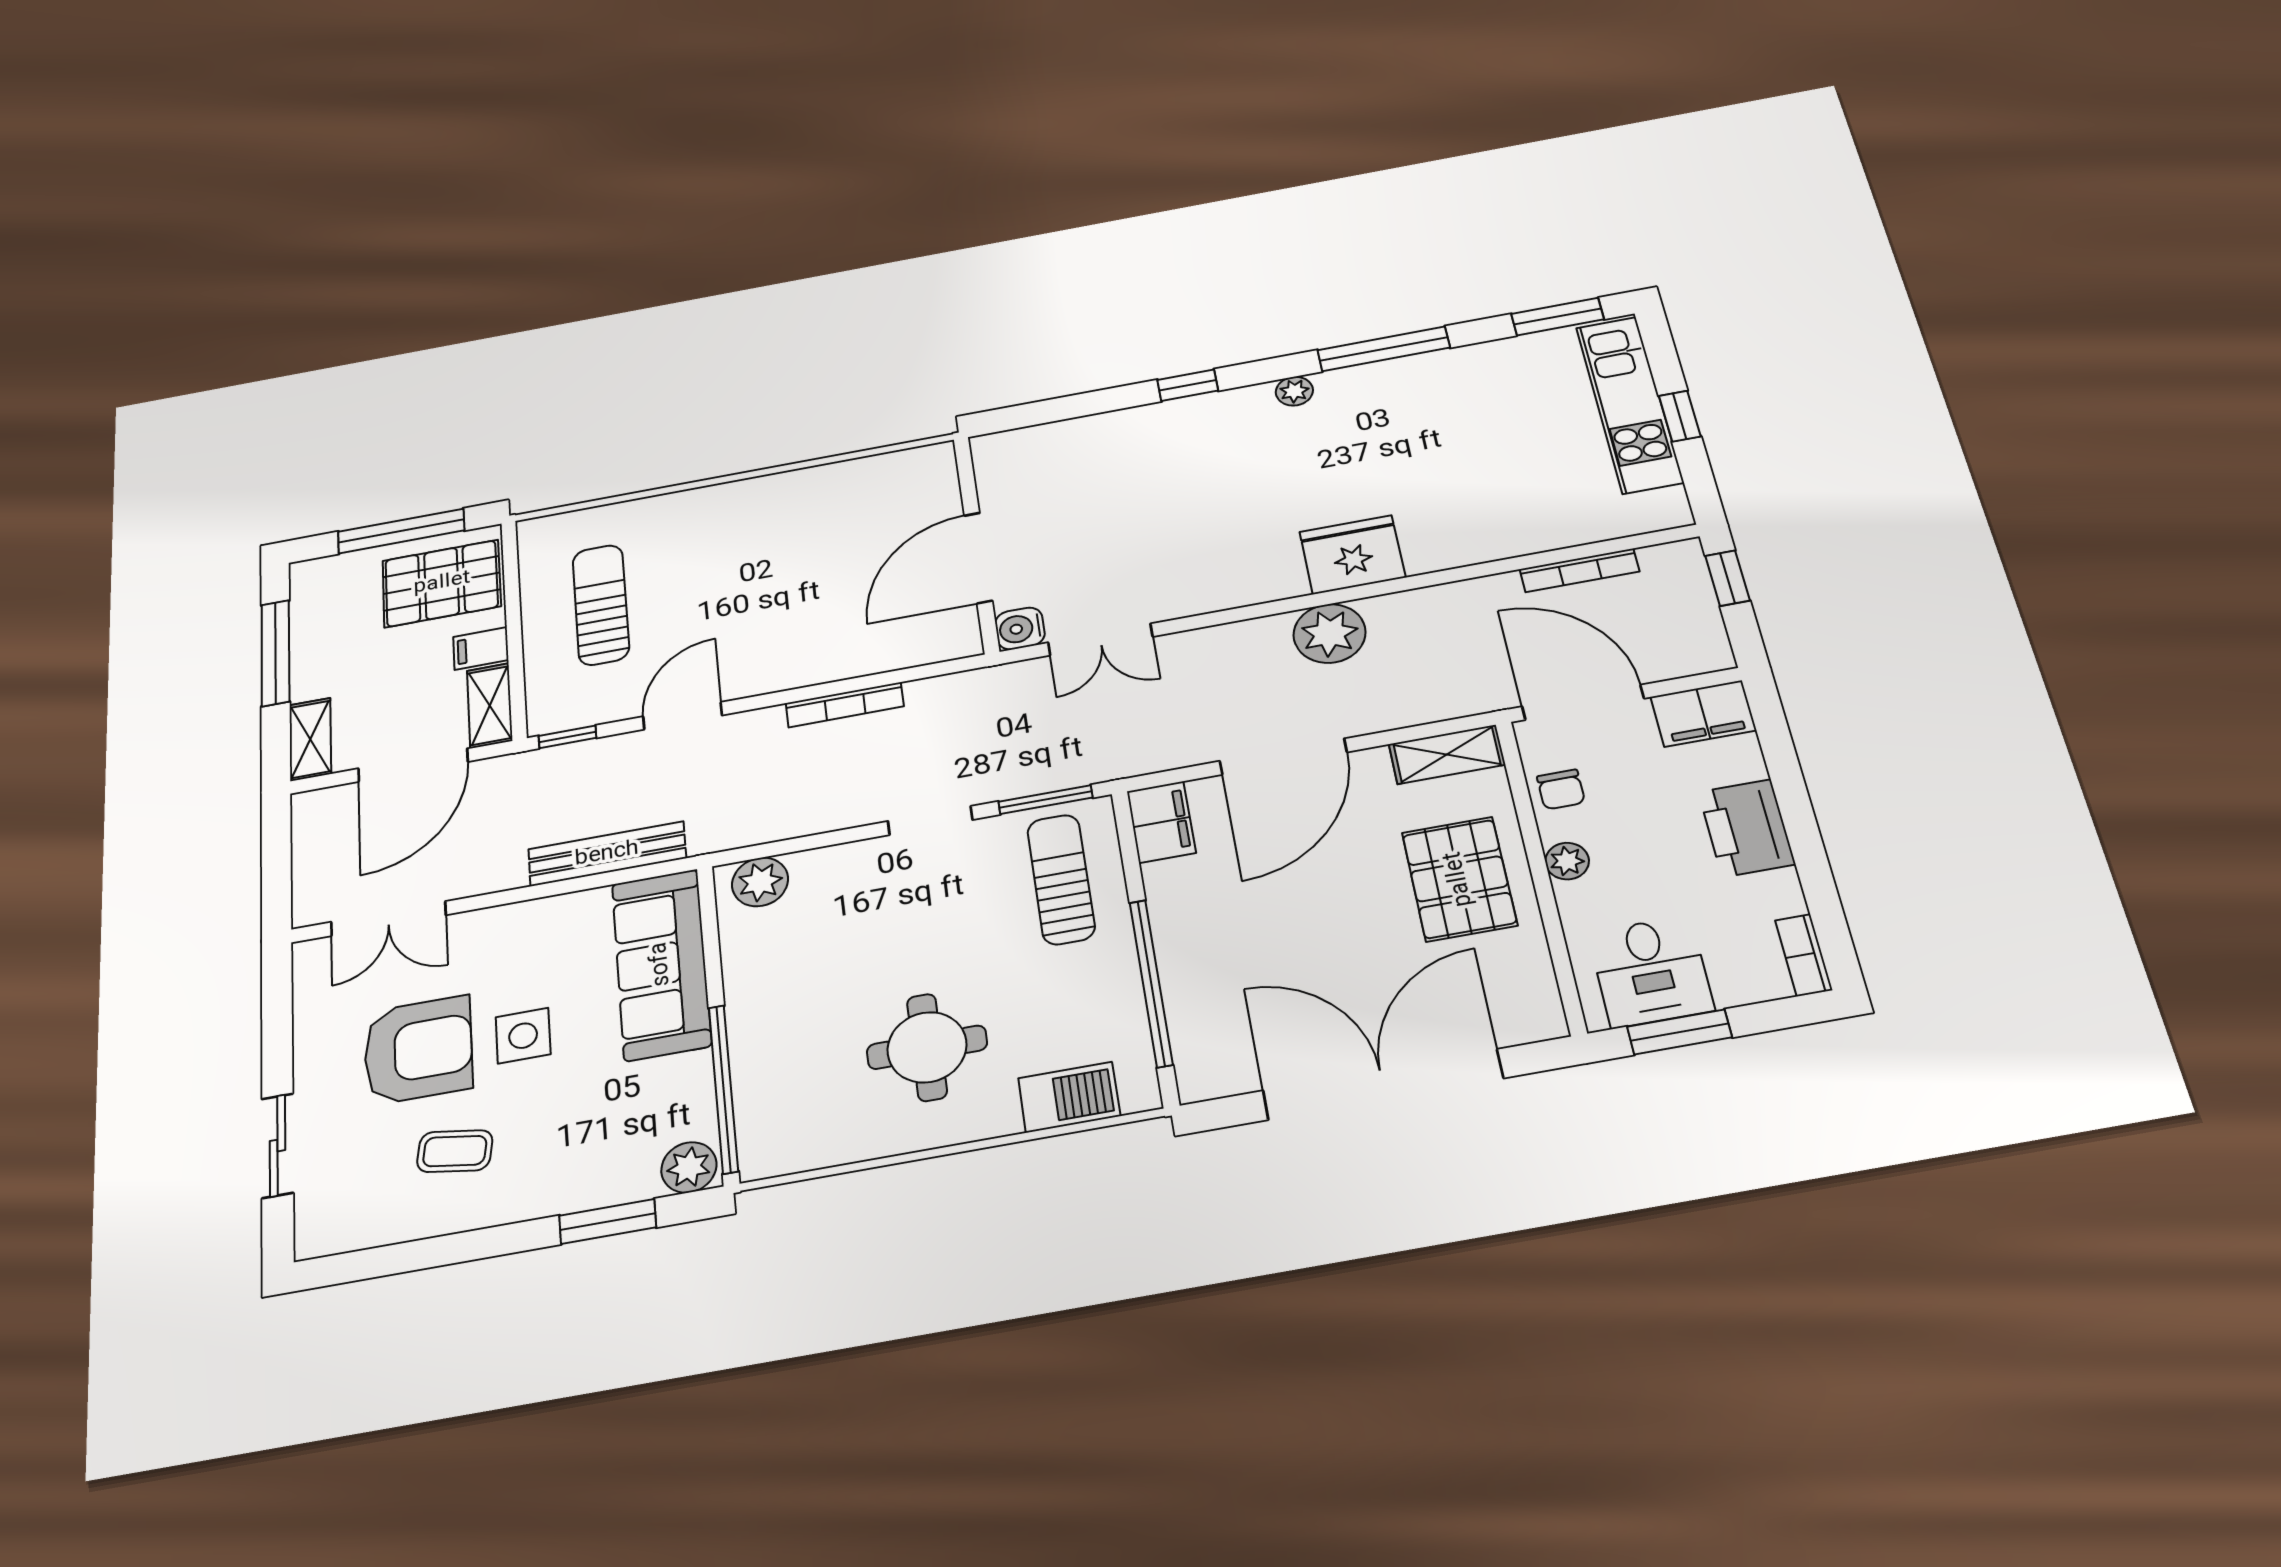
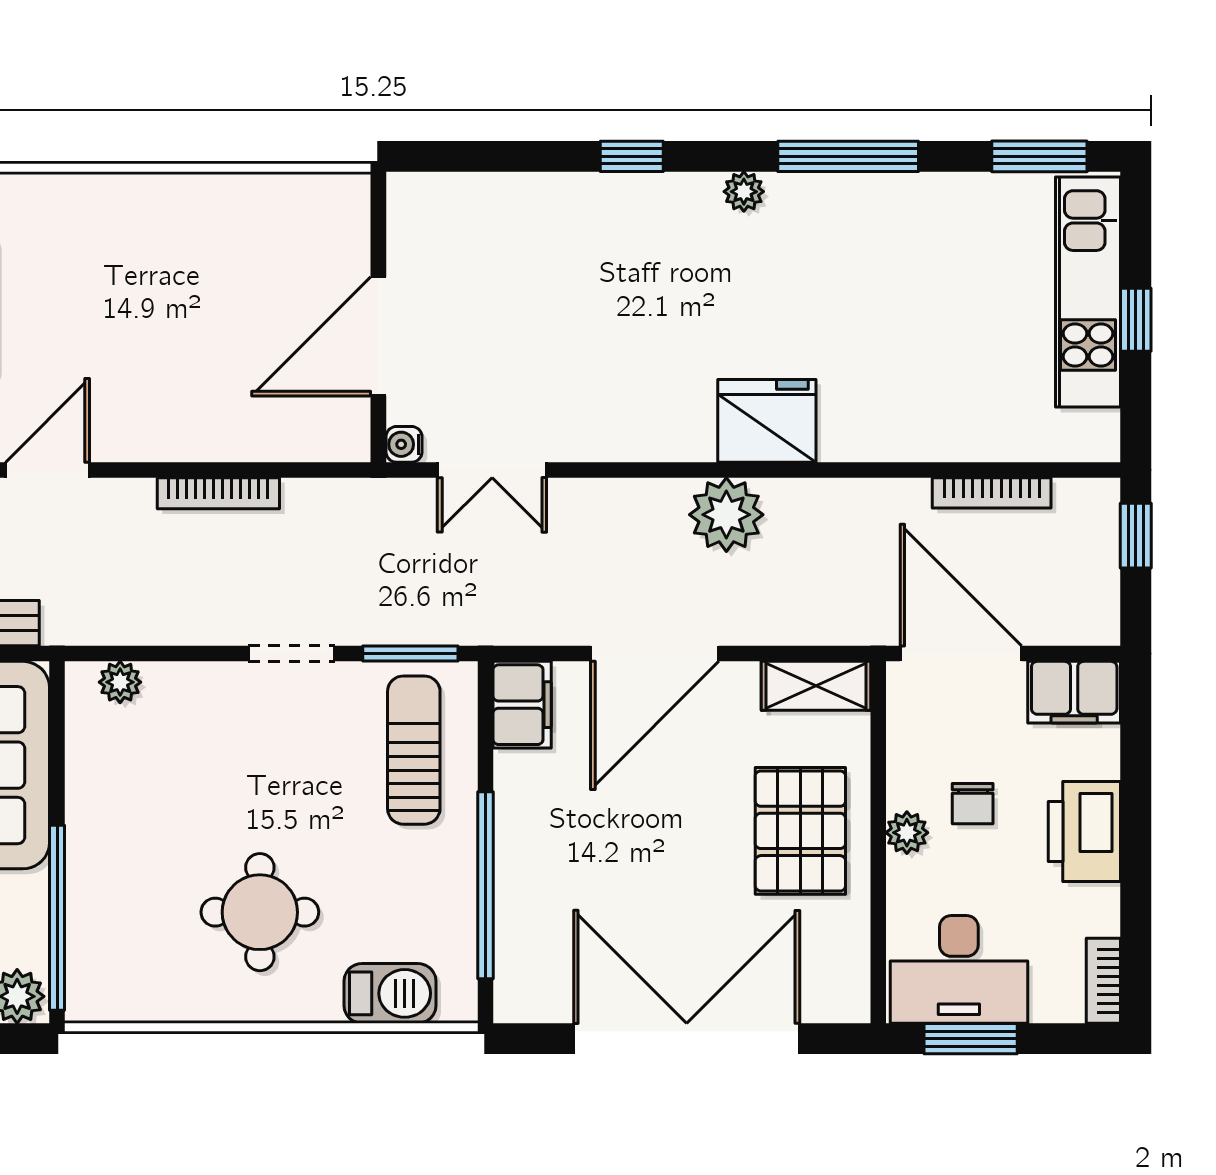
water cooler: (1020, 629) -> (404, 444), width x0.72, depth x0.72
chair: (1561, 789) -> (973, 804), moved
plant: (760, 882) -> (120, 682), width x0.73, depth x0.73
desk: (1651, 971) -> (959, 969), width x1.37

